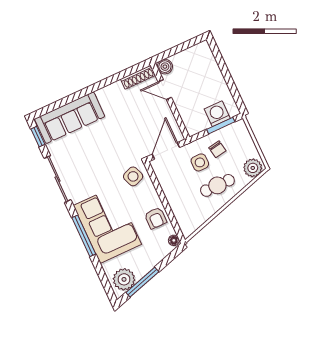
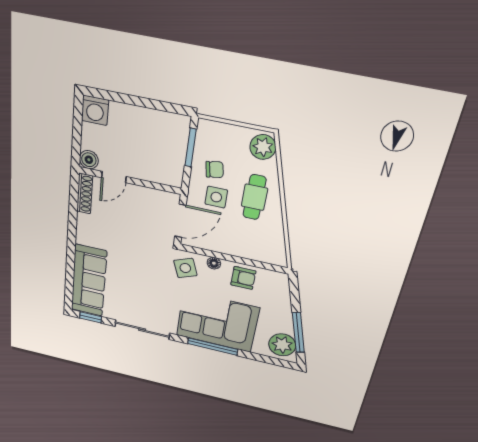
washing machine: (217, 114) -> (95, 110), moved, turned -90
door: (166, 151) -> (180, 221), swing flipped
floor lamp: (174, 240) -> (214, 263), moved

